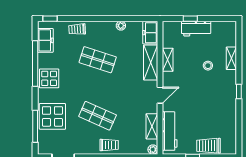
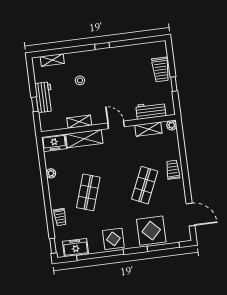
shelving: (231, 58) -> (52, 60), moved
workbench: (170, 131) -> (151, 110), width x0.73

